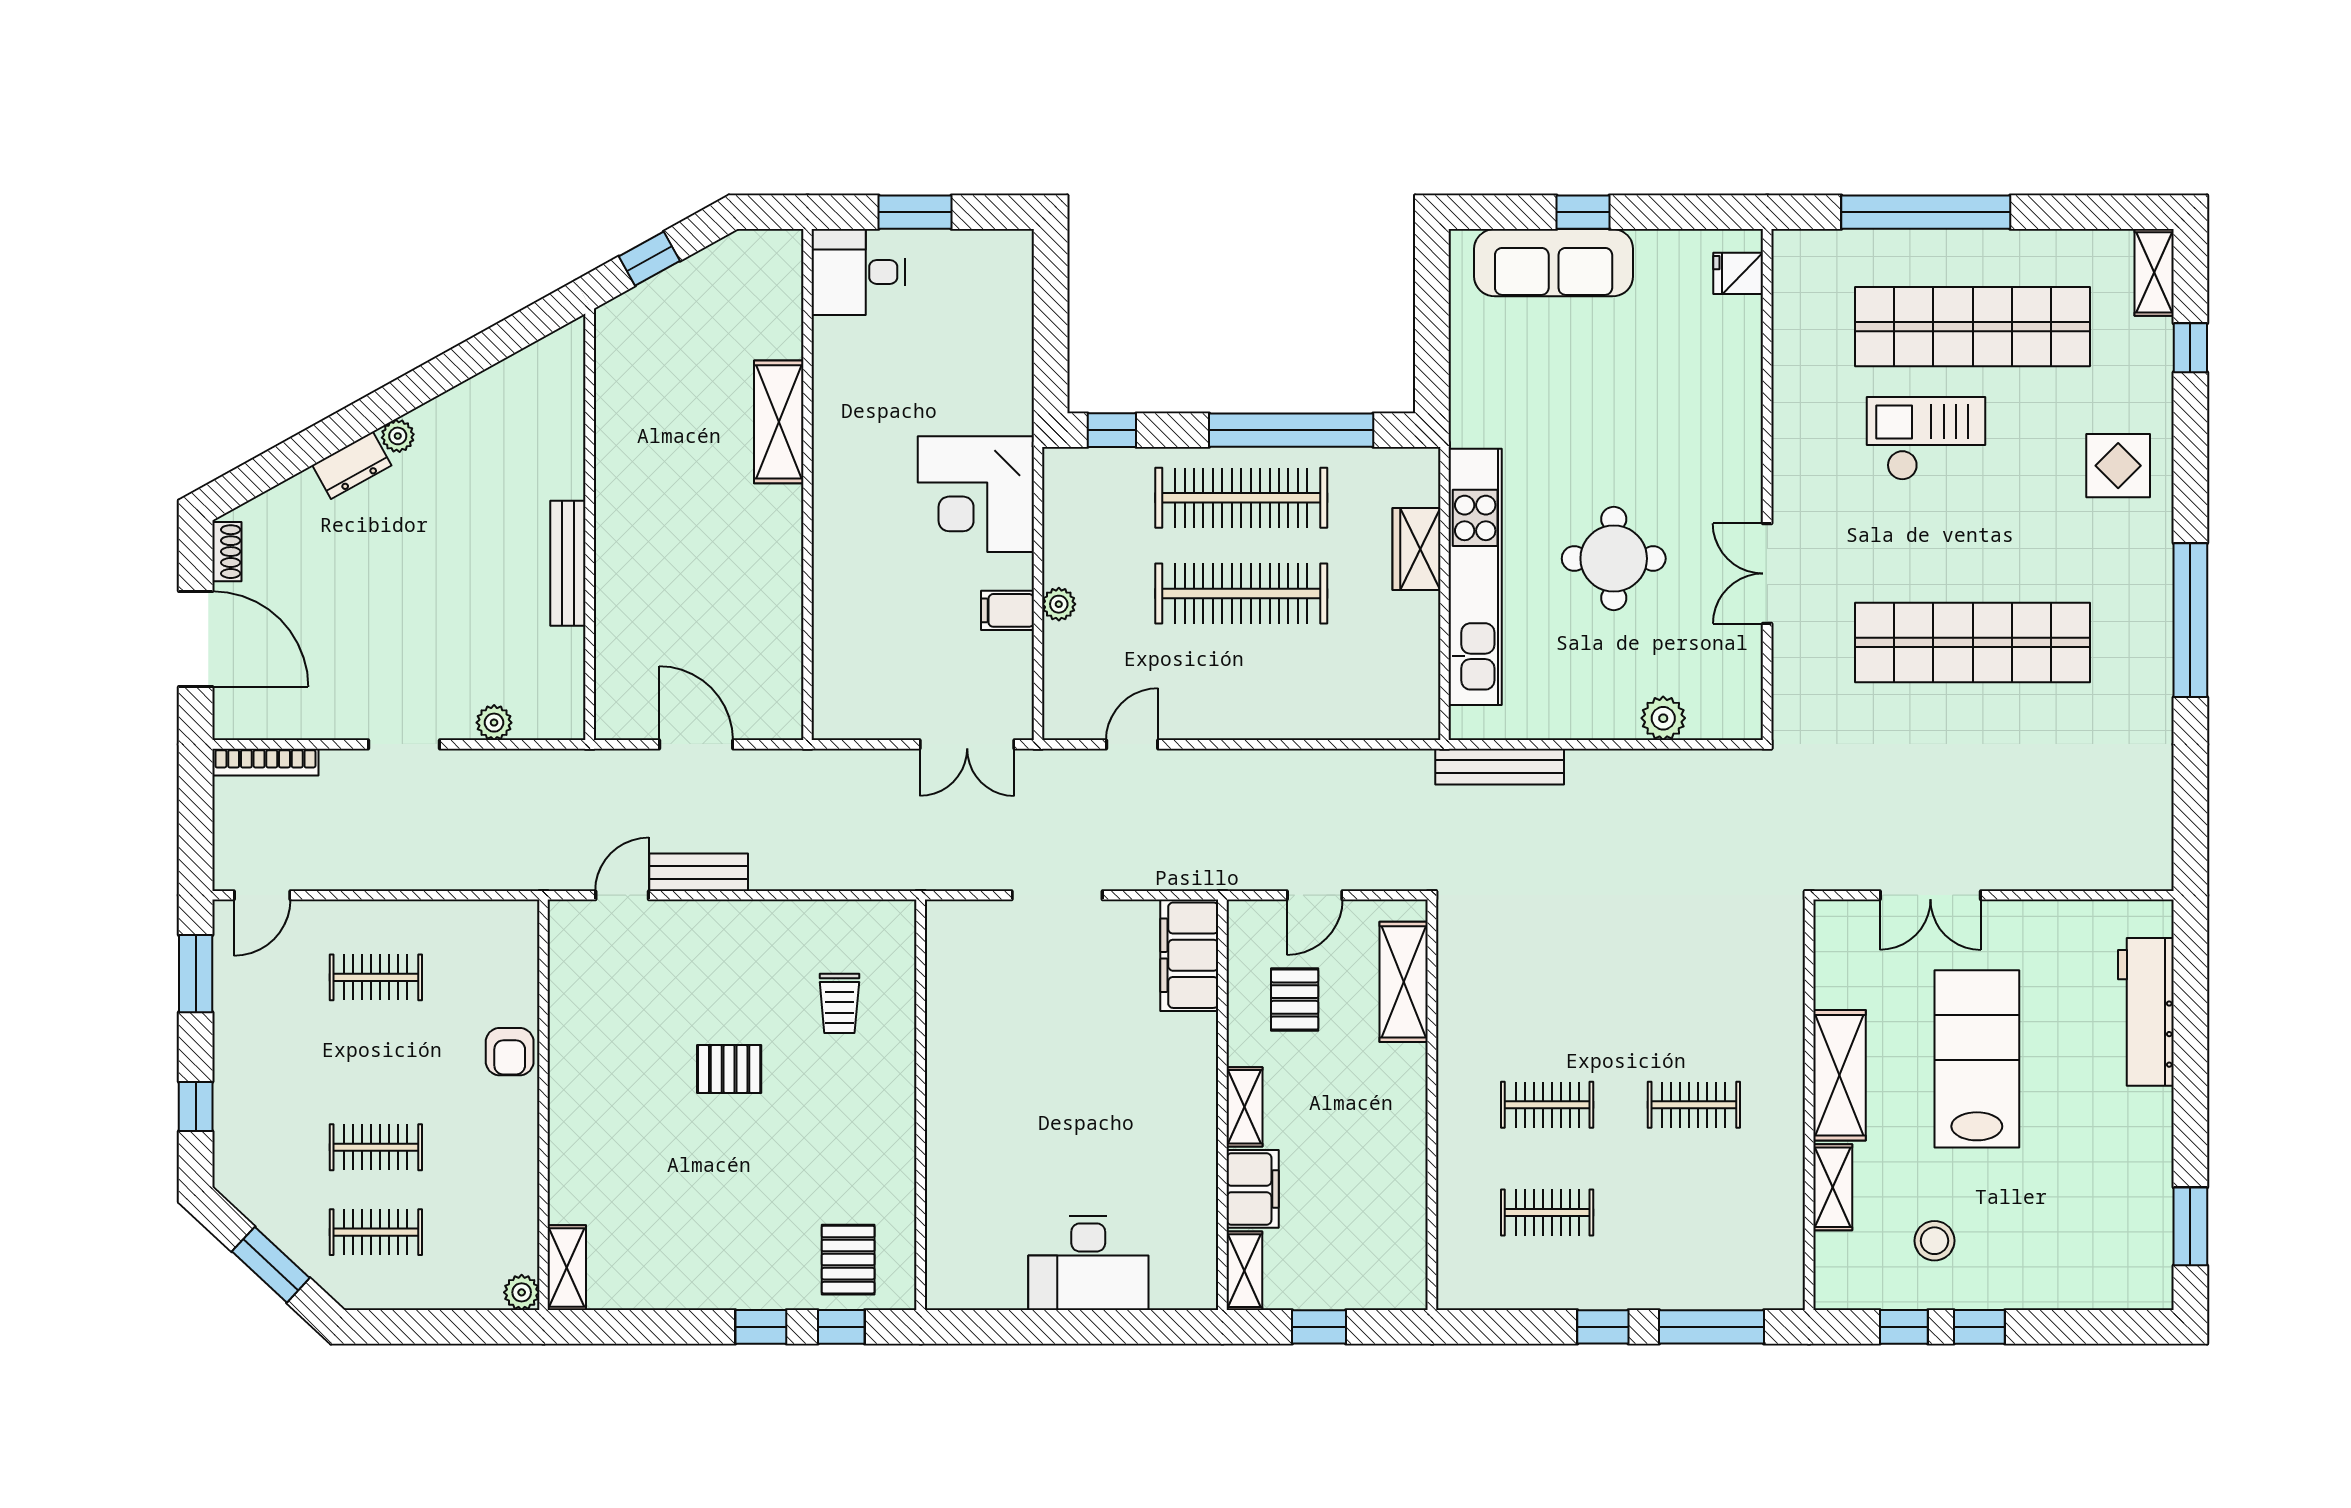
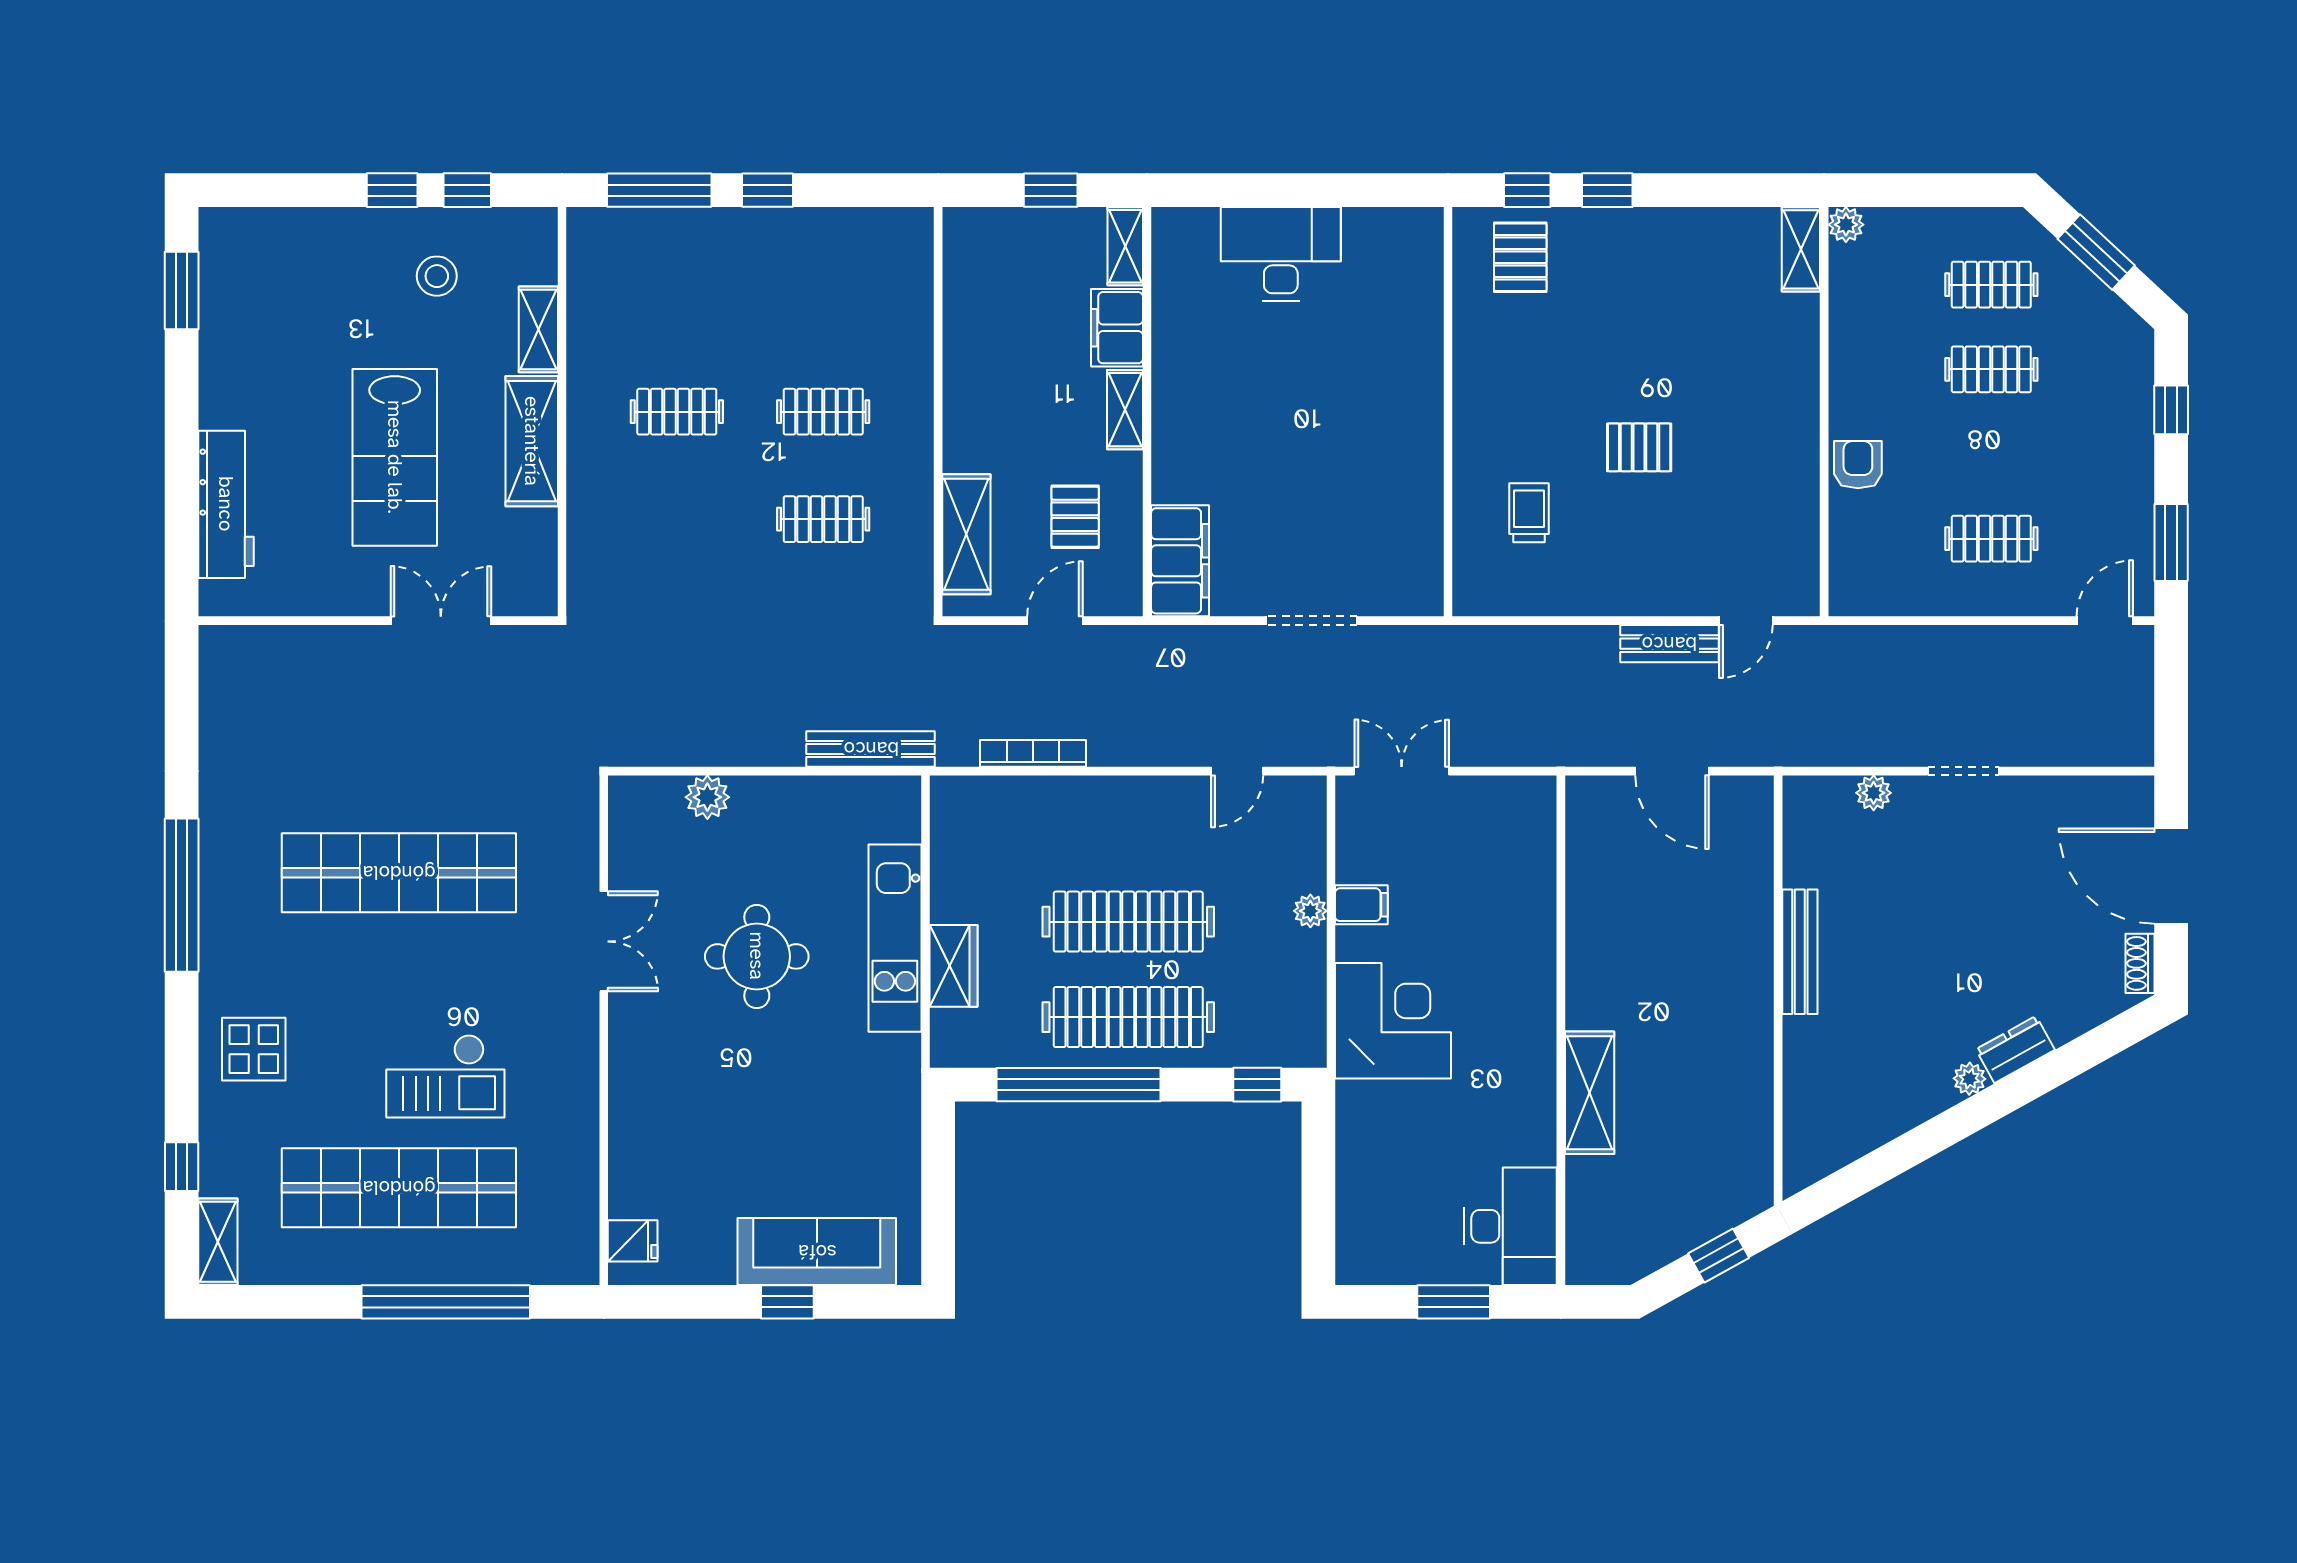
desk: (858, 272) -> (1510, 1226), width x1.37
kitchen unit: (1475, 577) -> (895, 938), width x0.73
bookcase: (265, 762) -> (1033, 753), moved
clothes rail: (1547, 1213) -> (823, 519), moved

